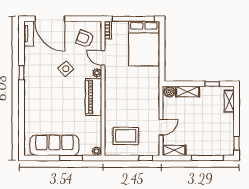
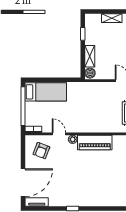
bed: (144, 44) -> (46, 92), width x0.67
door: (103, 58) -> (59, 134), swing flipped
side table: (66, 69) -> (69, 168), removed
shelving: (229, 101) -> (112, 18), moved

